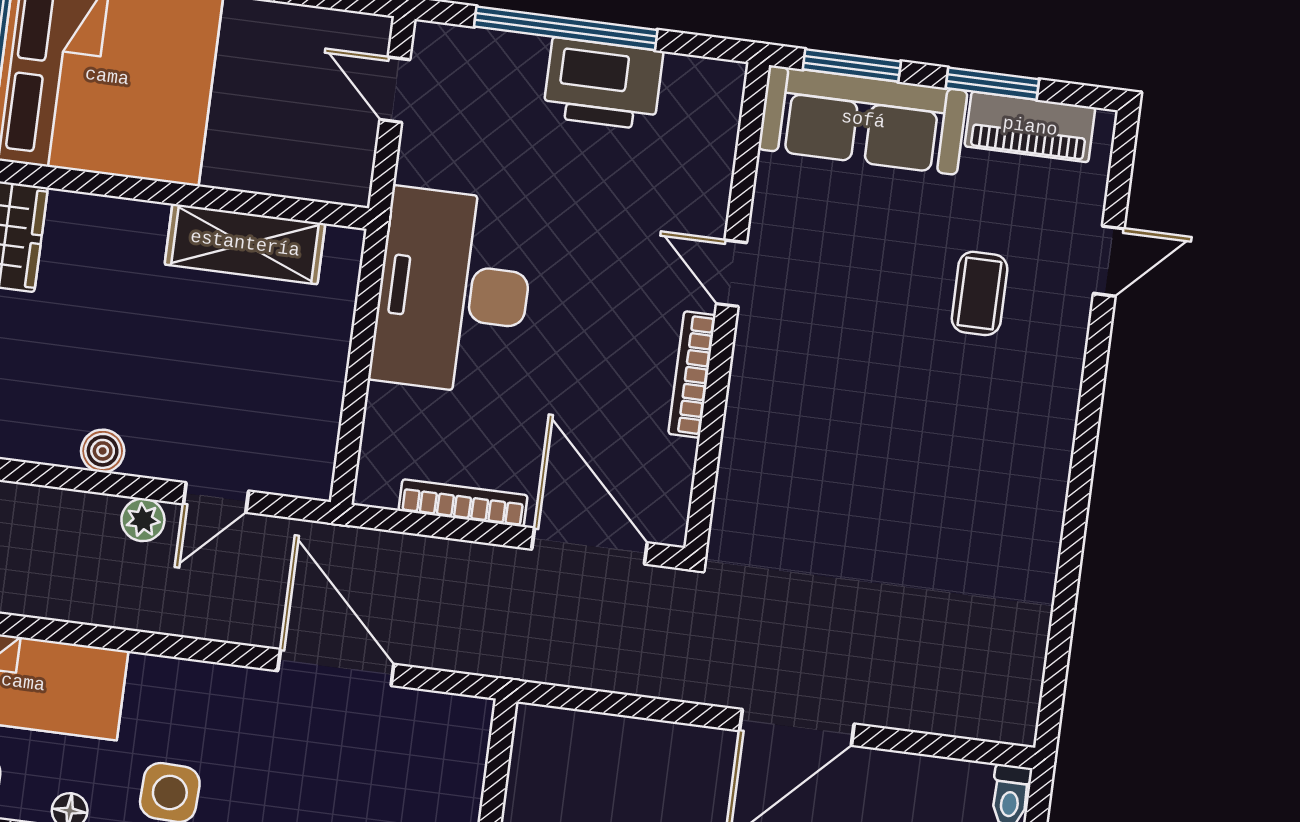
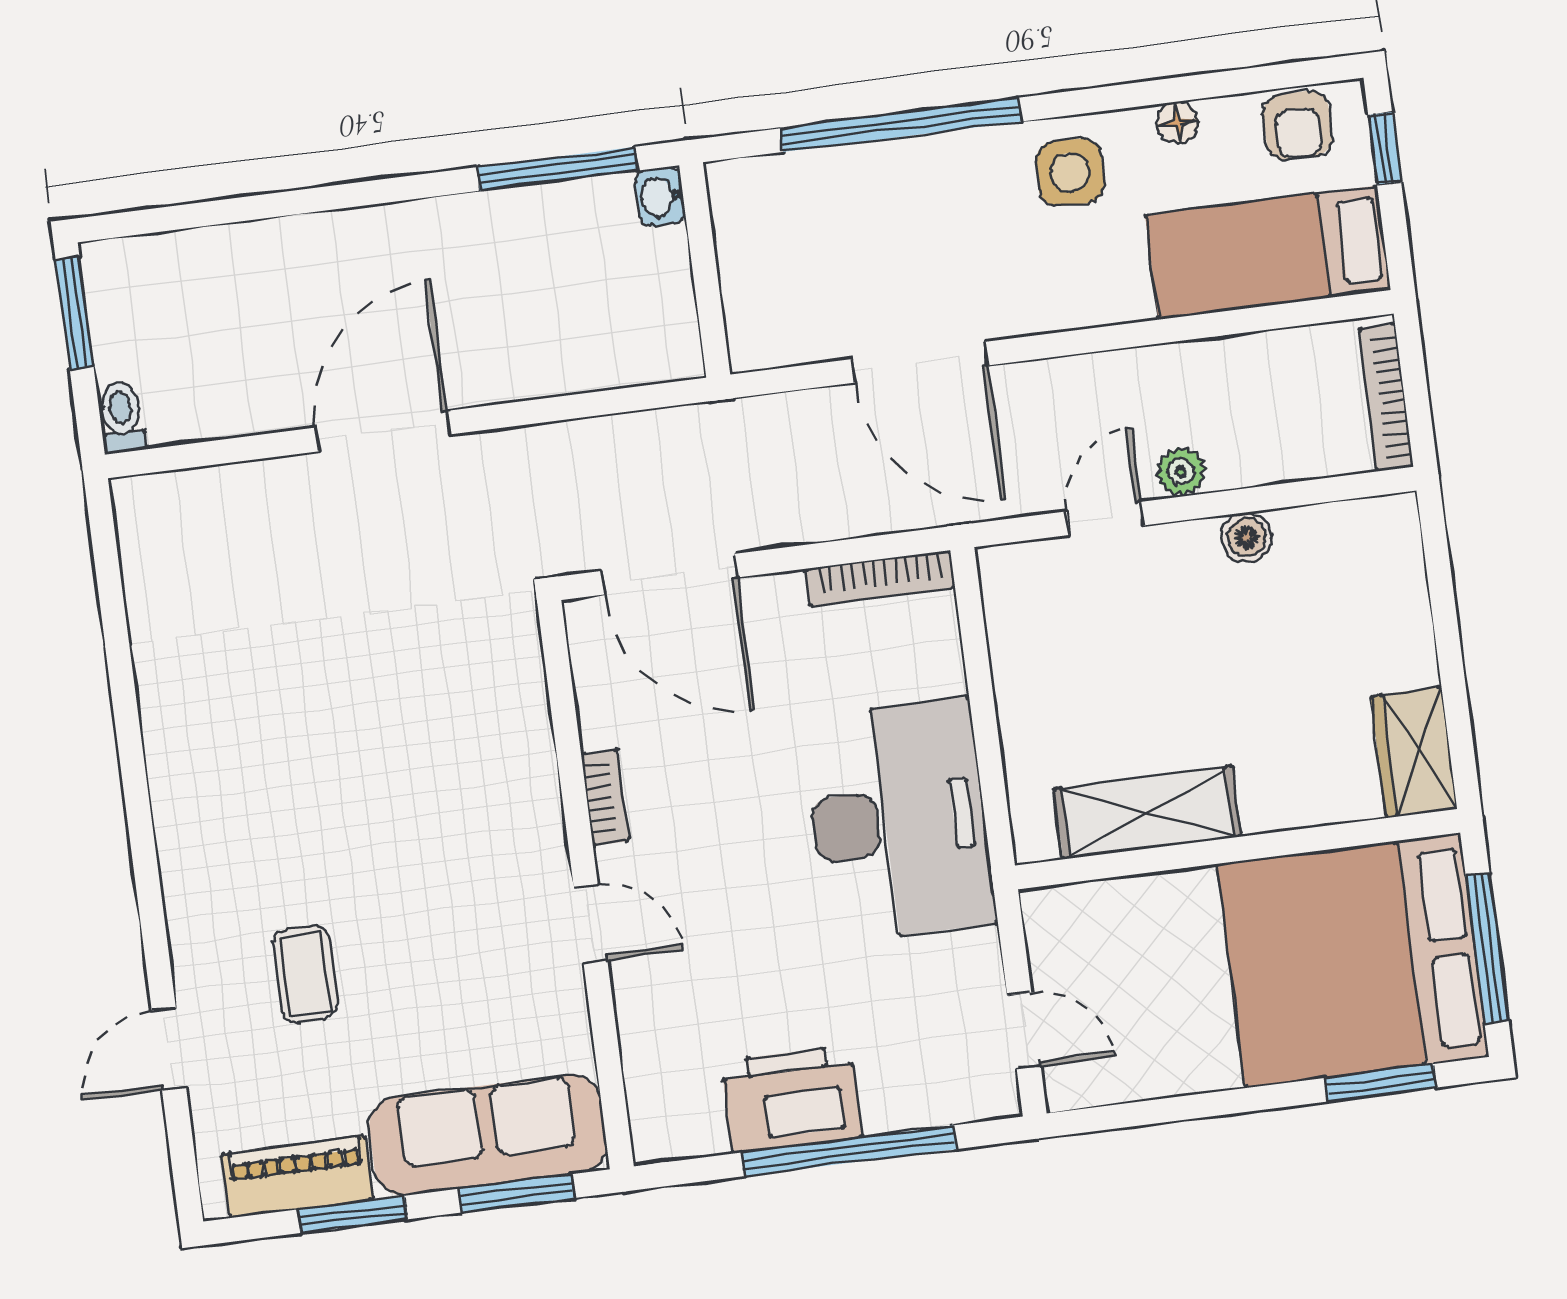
bookcase: (692, 375) -> (605, 798), width x0.64
bookcase: (463, 503) -> (880, 578), moved

